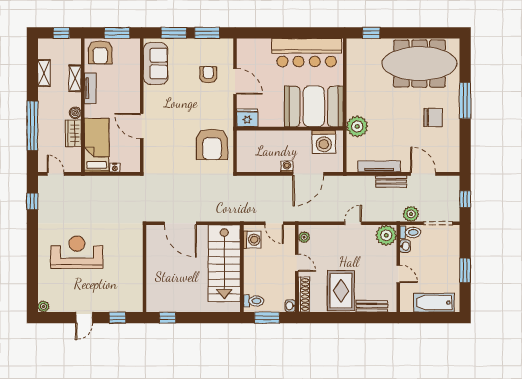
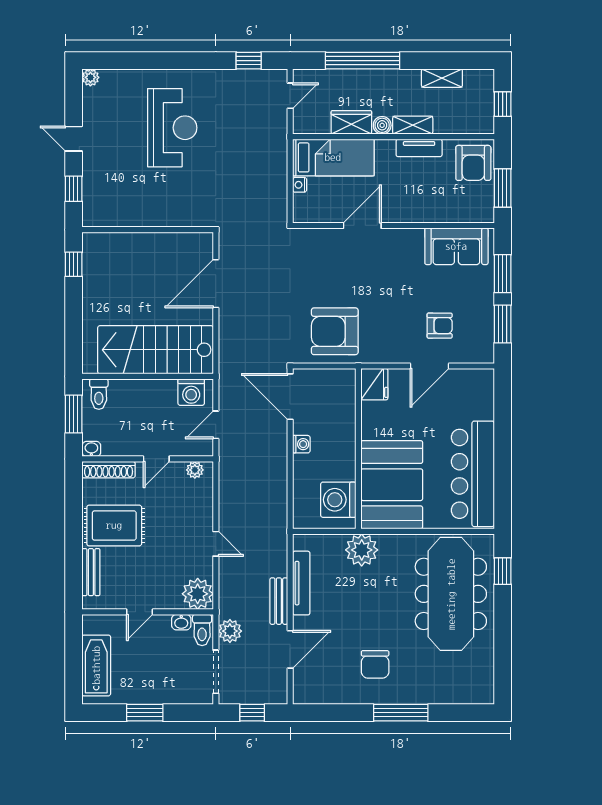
armchair: (100, 52) -> (473, 163), turned -90
meeting table: (419, 64) -> (451, 594), moved
shelving: (75, 78) -> (413, 125), moved
door: (308, 174) -> (290, 397), moved

